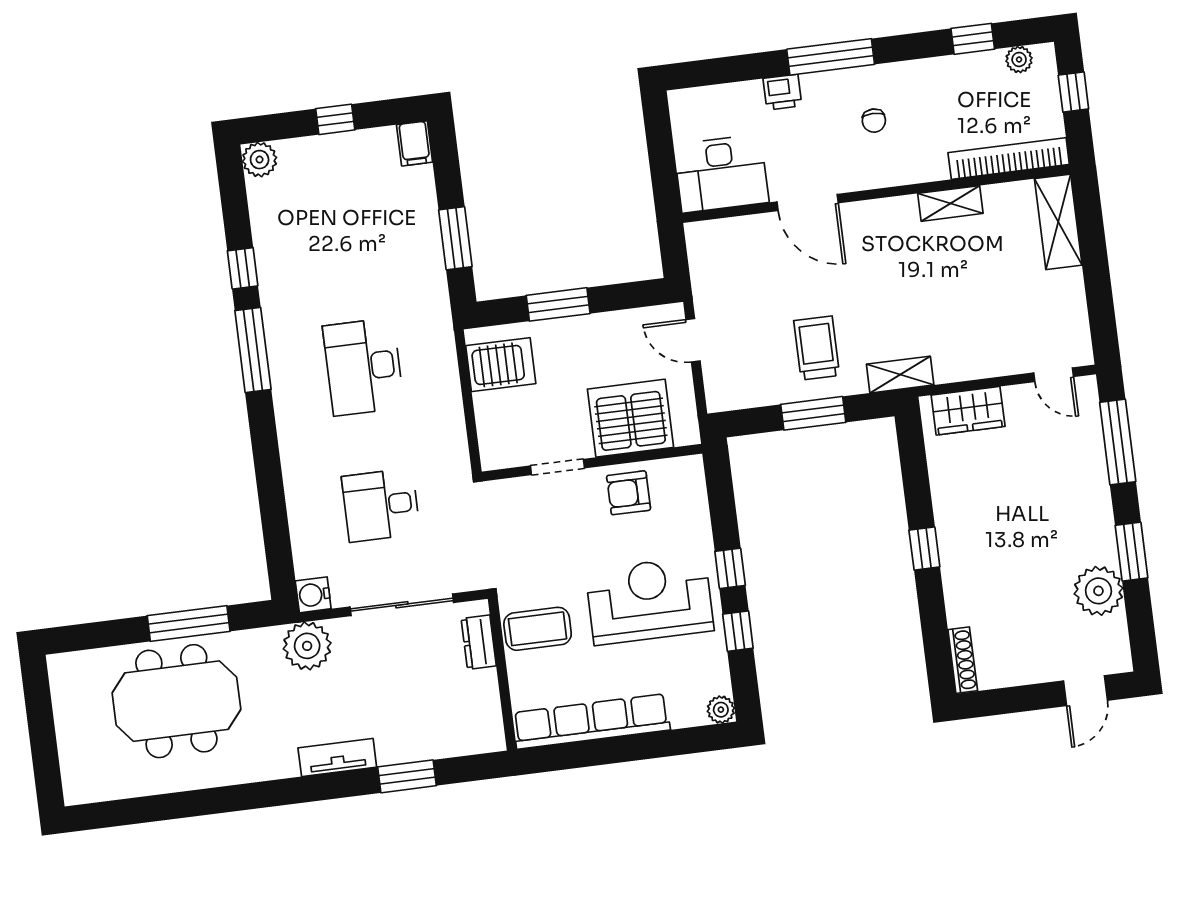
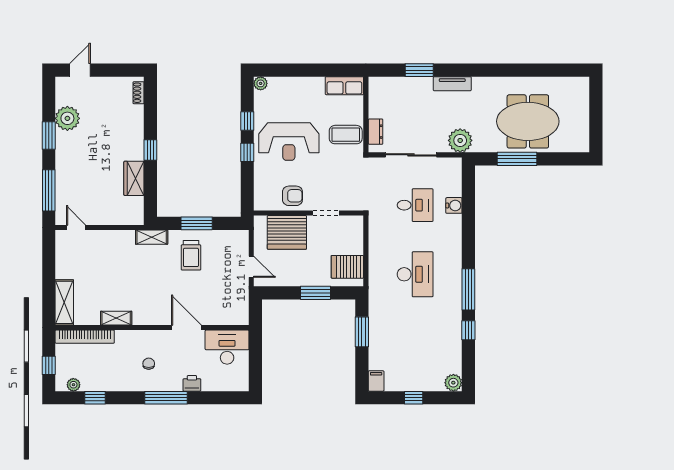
wardrobe: (968, 411) -> (134, 178), moved, turned -90
water cooler: (313, 595) -> (454, 205), moved
shoe rack: (963, 660) -> (139, 93), width x0.70
row of seats: (591, 721) -> (344, 86), width x0.50

